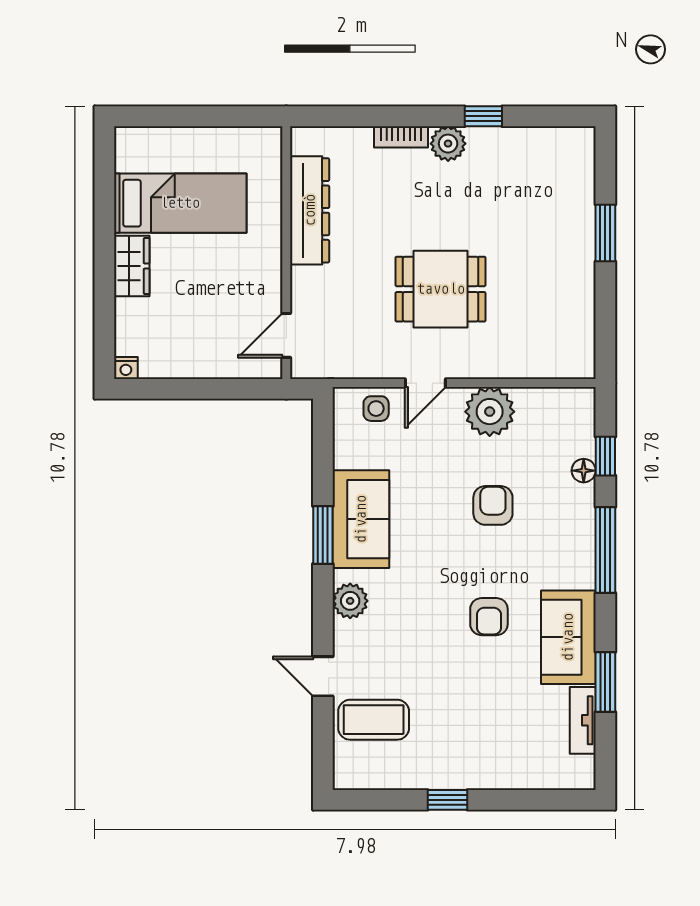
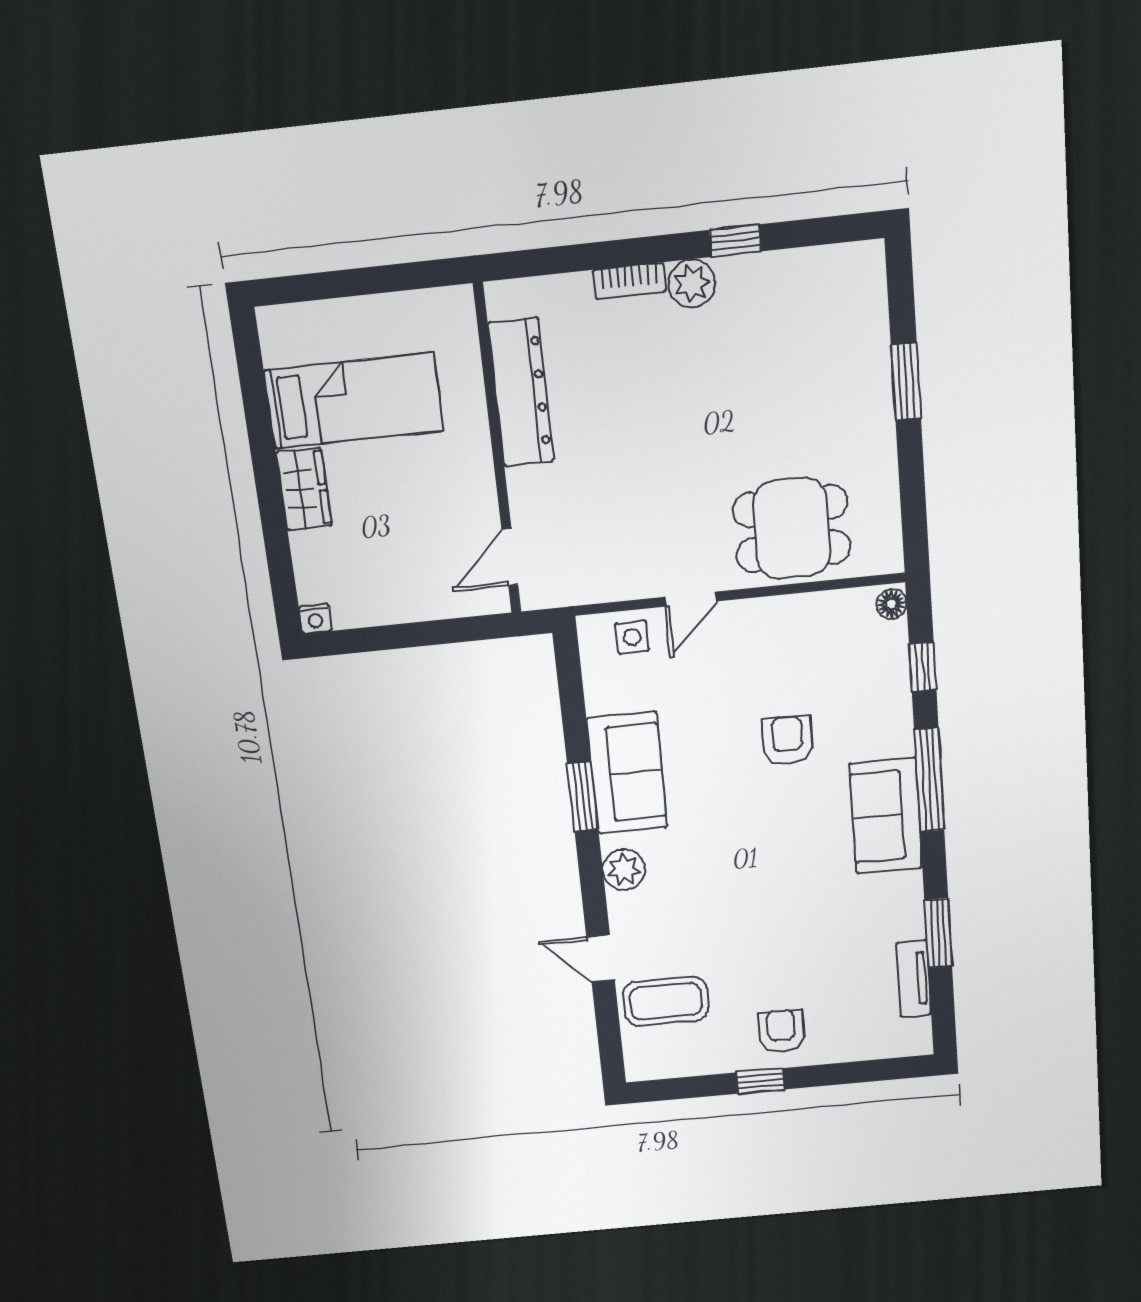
dining table: (441, 289) -> (792, 529), moved
plant: (490, 412) -> (774, 627), removed
floor lamp: (584, 471) -> (891, 604), moved
armchair: (489, 617) -> (781, 1031), moved, turned 180
sofa: (568, 637) -> (886, 816), moved

